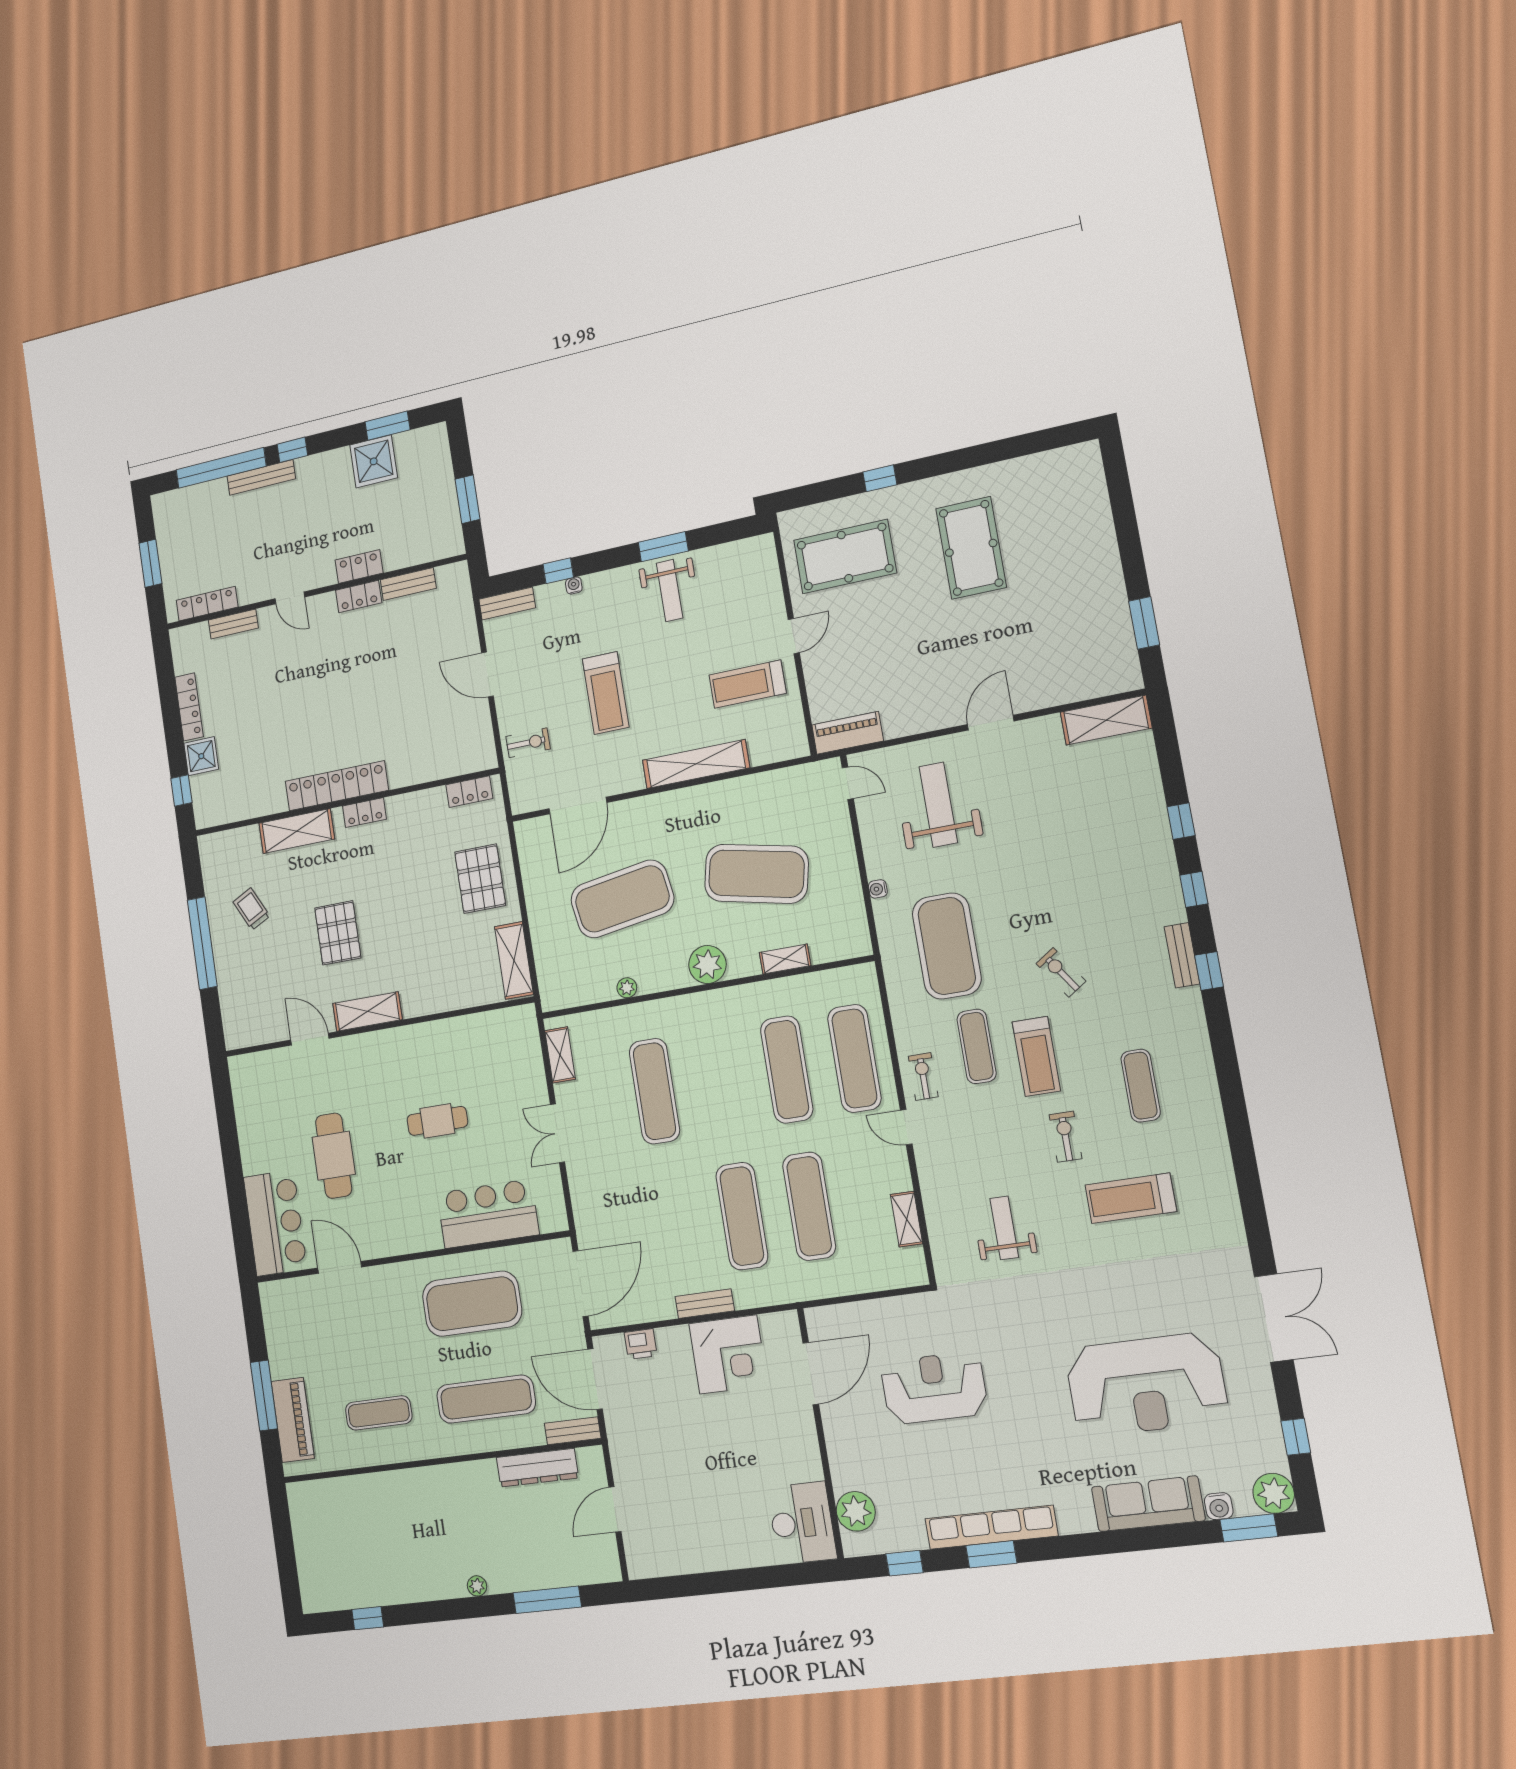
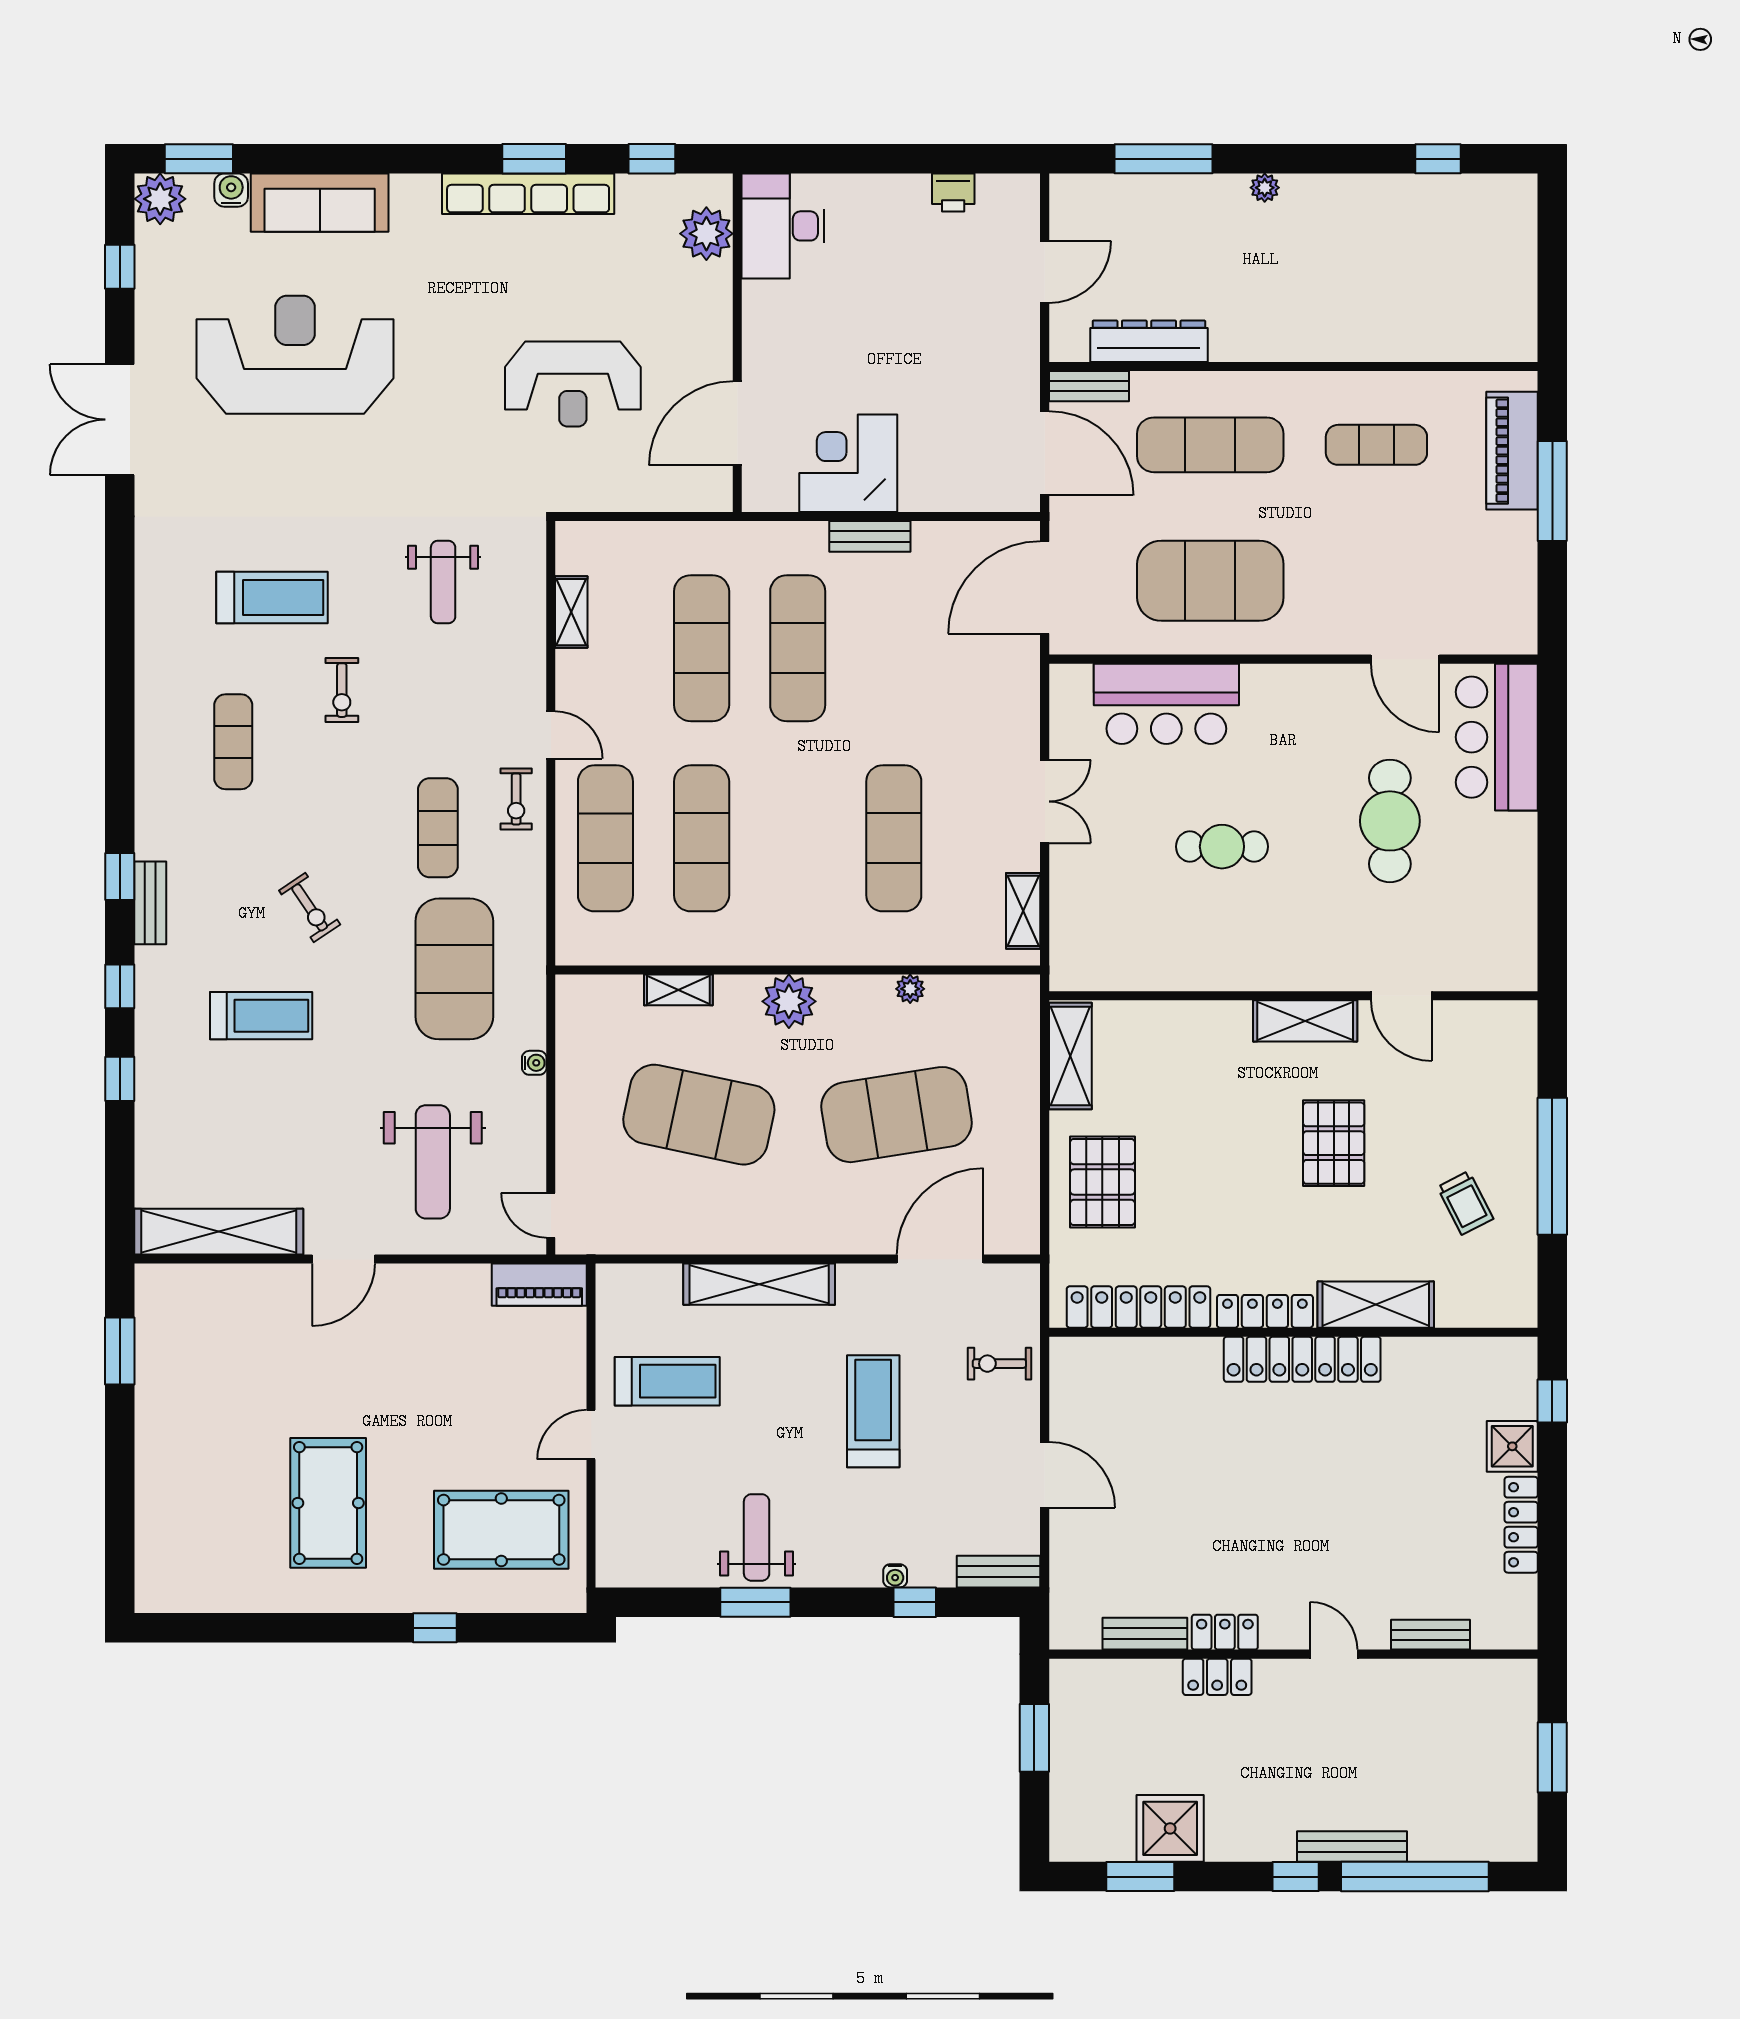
locker: (207, 604) -> (1468, 1675), removed
shelving: (1106, 720) -> (219, 1232), width x1.47
locker: (469, 792) -> (1138, 1307), width x2.16, depth x1.21
locker: (364, 813) -> (1265, 1311), width x1.53
treadmill: (1036, 1056) -> (261, 1016), moved, turned 90
printer: (641, 1344) -> (953, 193), moved, turned 180

